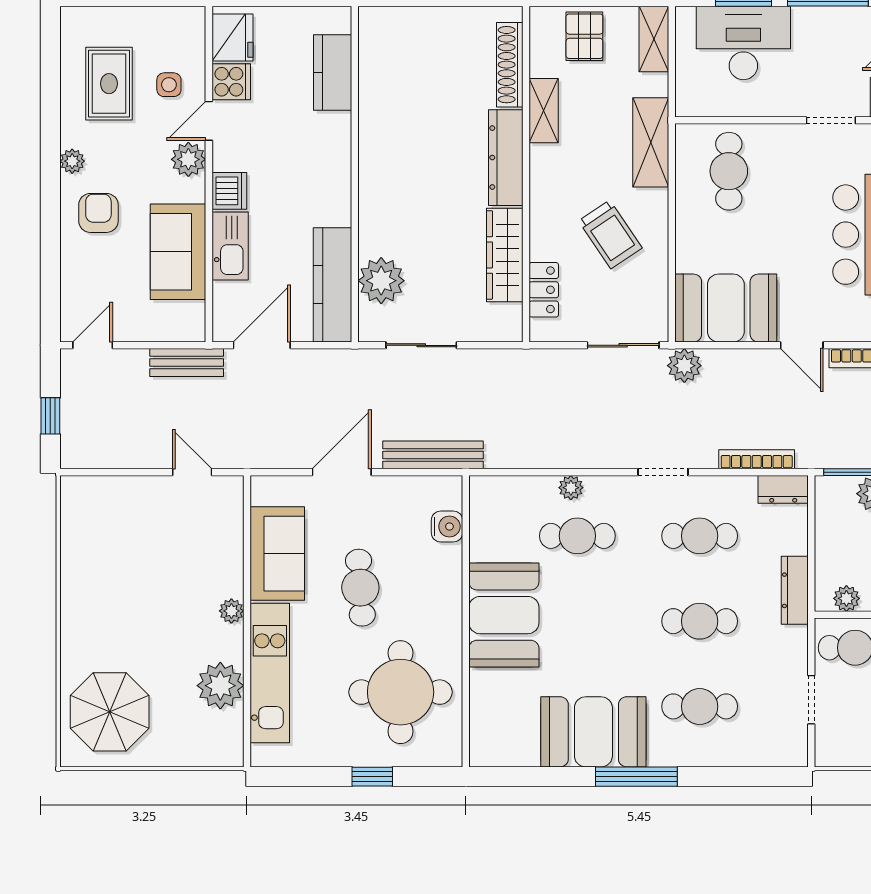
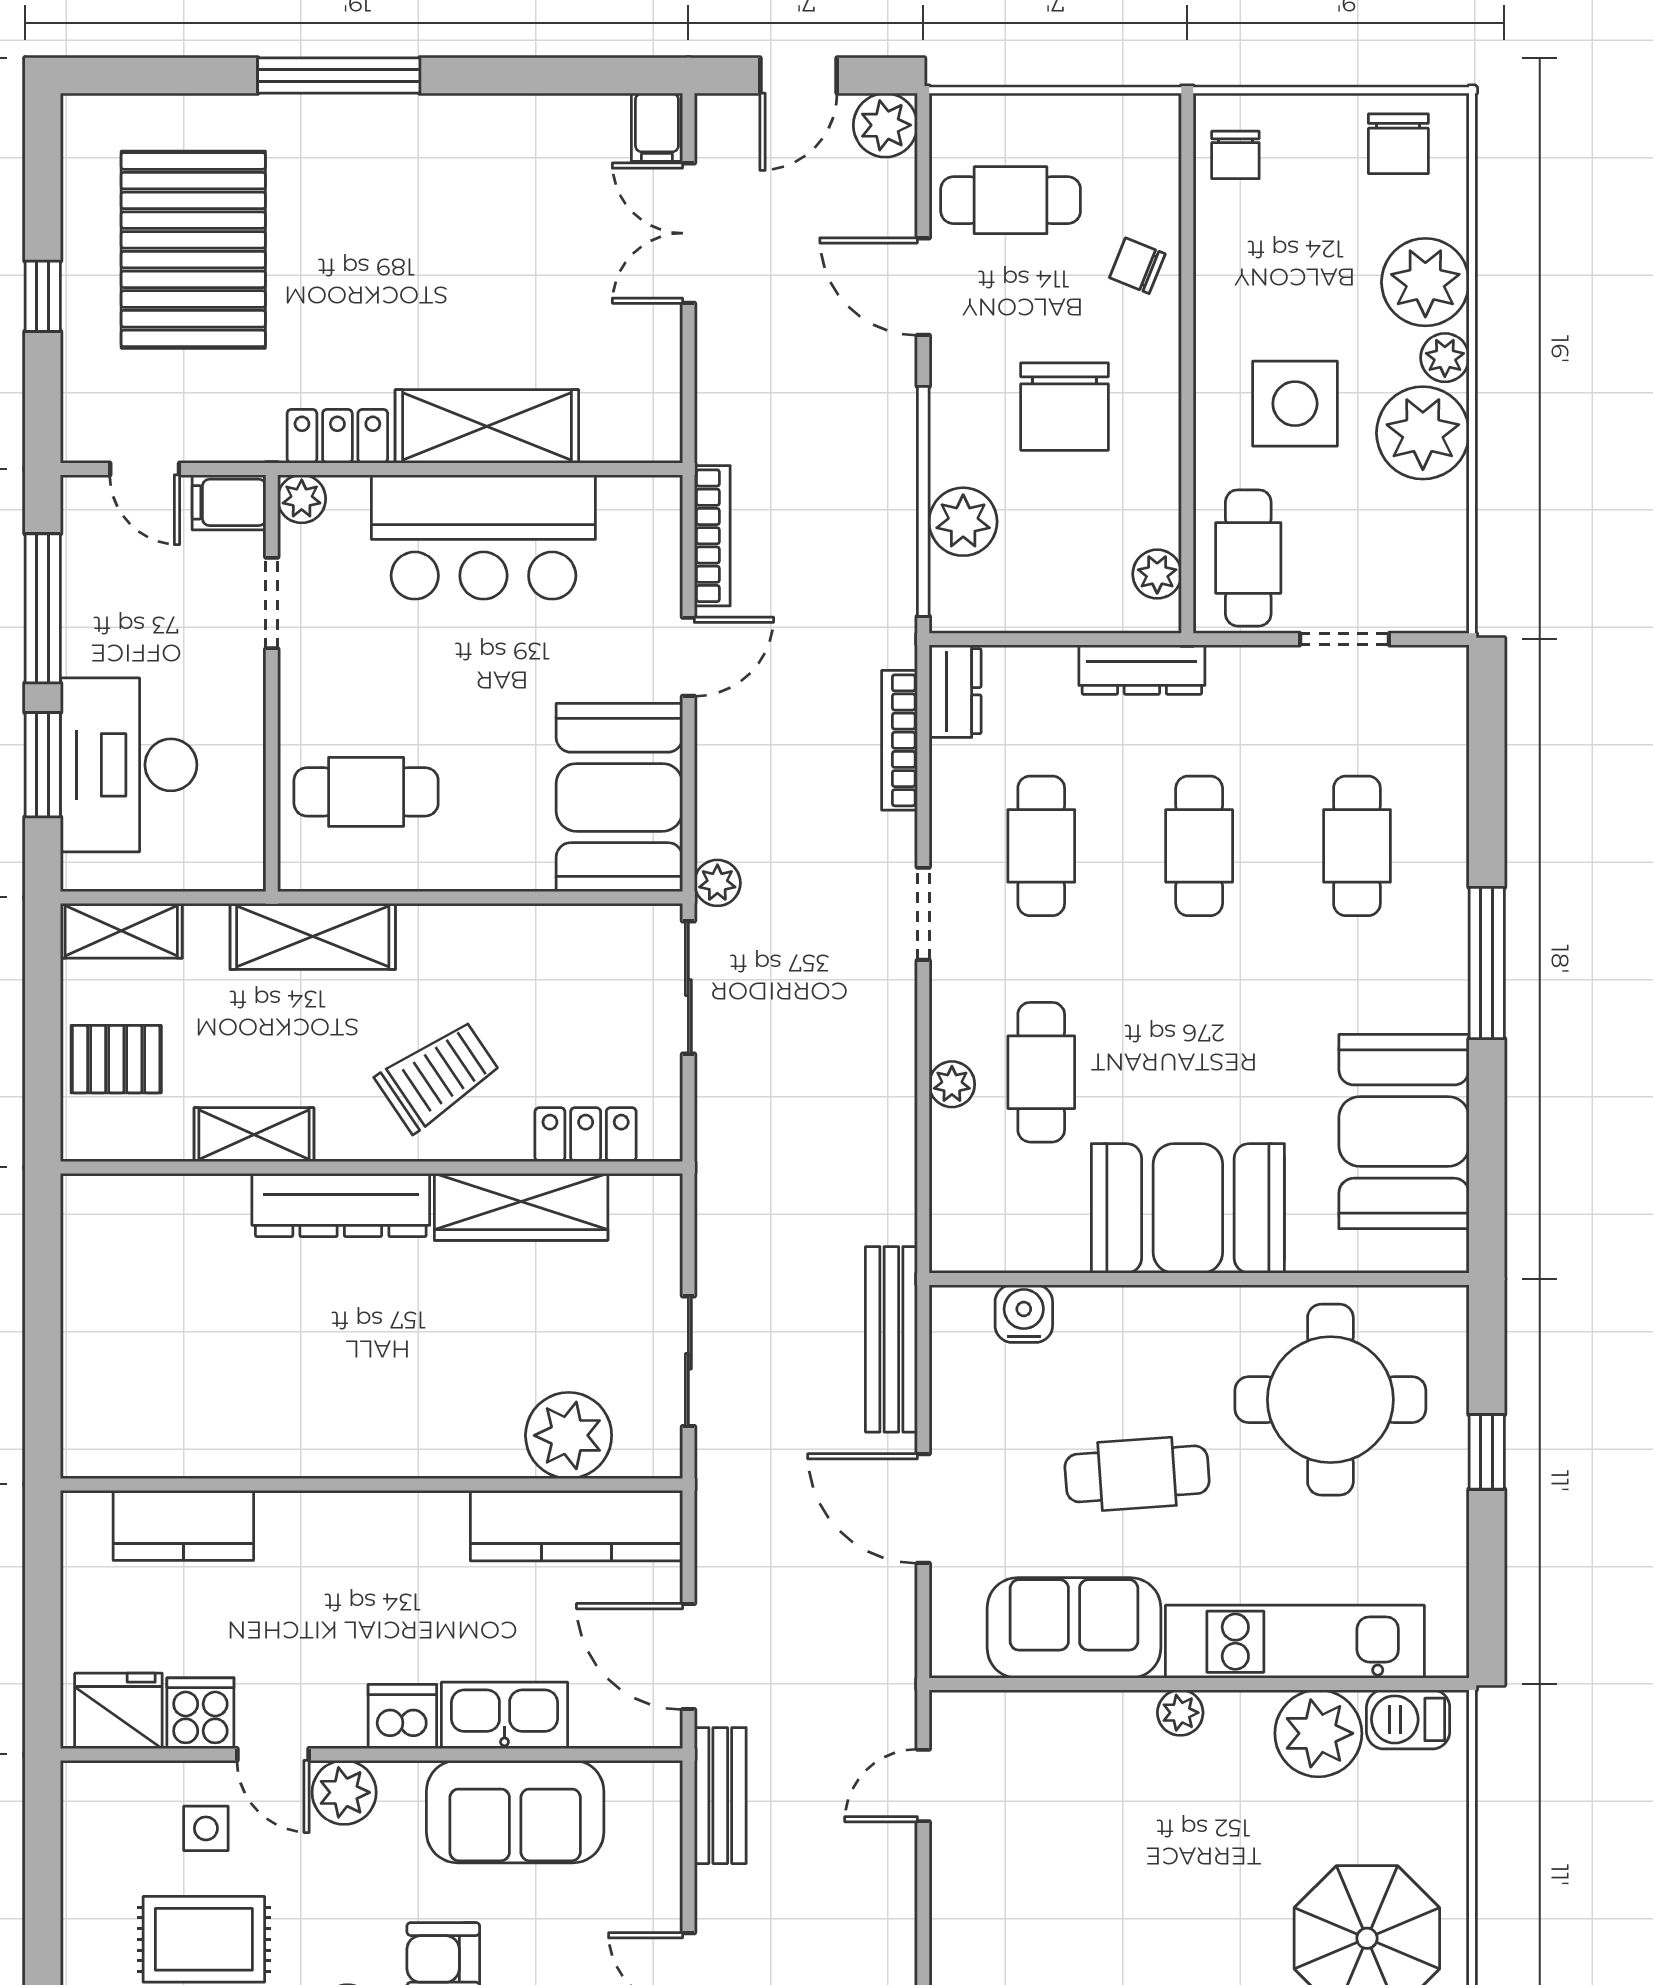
shoe rack: (510, 65) -> (169, 1198), removed
trolley: (610, 234) -> (438, 1076), moved
plant: (684, 366) -> (717, 883), width x0.73, depth x0.73
booth: (593, 732) -> (1404, 1132), moved
barbecue: (228, 734) -> (1408, 1719), added

